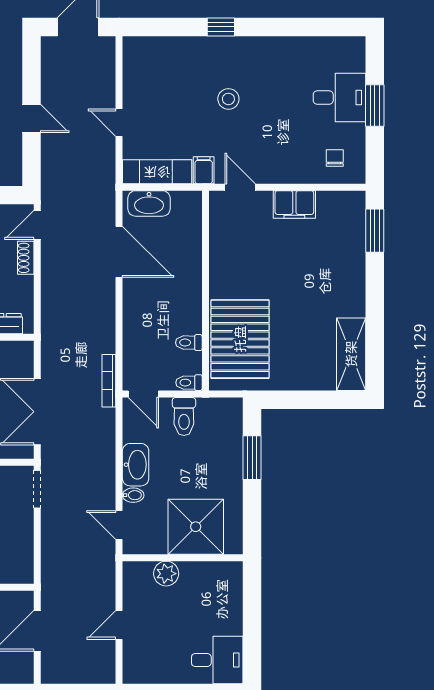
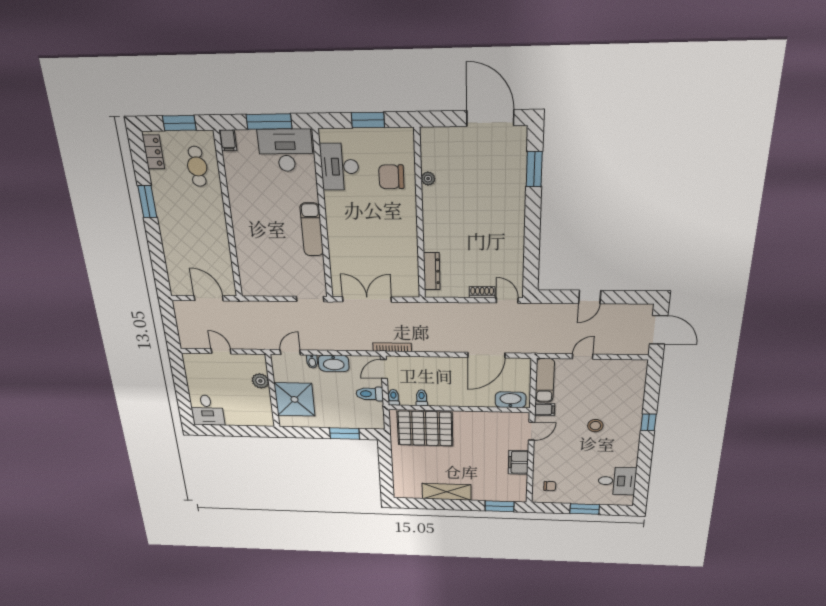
desk: (339, 98) -> (617, 481), moved, turned -90
washbasin: (149, 203) -> (511, 400), moved, turned 90
shelving: (351, 354) -> (447, 492), moved

